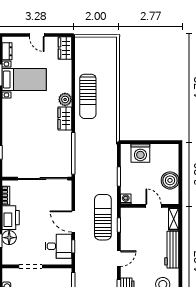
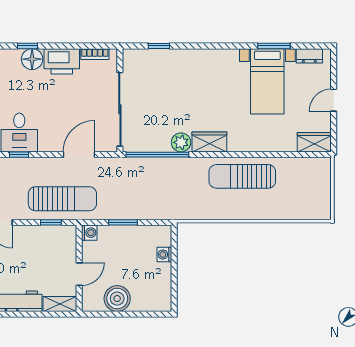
plant: (65, 99) -> (181, 142), moved
washing machine: (140, 153) -> (164, 255), width x0.53, depth x0.53
door: (73, 222) -> (79, 155), moved

